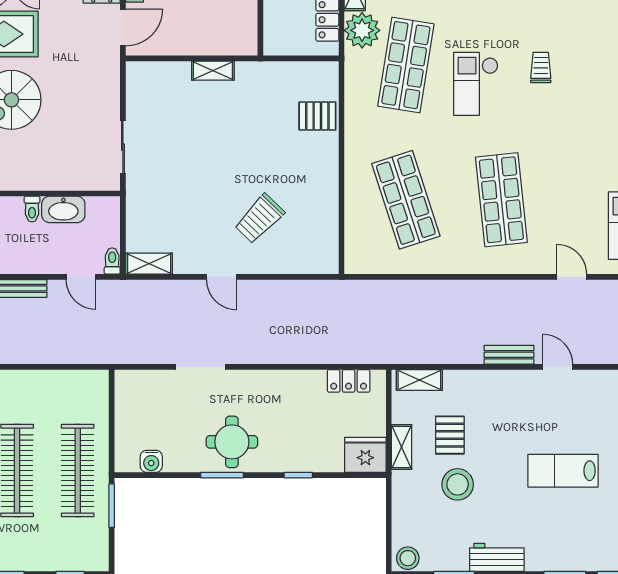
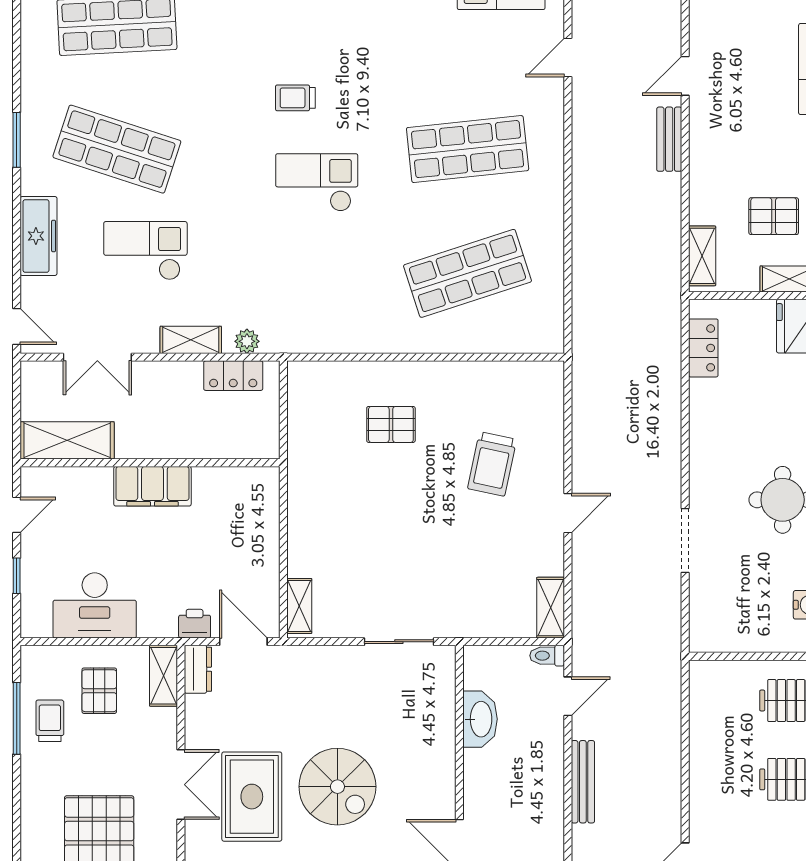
plant: (362, 30) -> (247, 341), width x0.53, depth x0.53
shop shelf: (406, 65) -> (292, 273), removed
shelving: (213, 71) -> (299, 606), moved
checkout: (476, 84) -> (317, 182), turned 180
pallet: (317, 116) -> (391, 424), moved, turned 90
toilet: (32, 209) -> (480, 760), removed
trolley: (259, 219) -> (492, 464), turned 58

